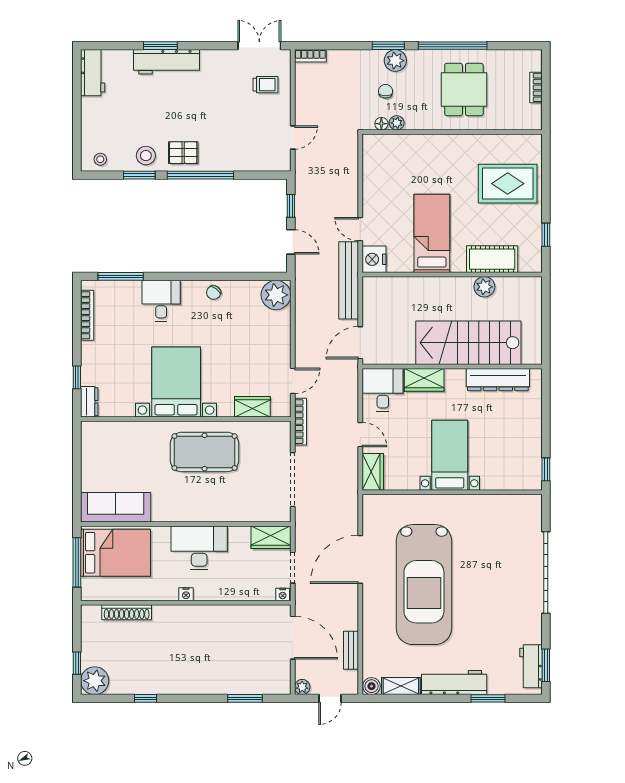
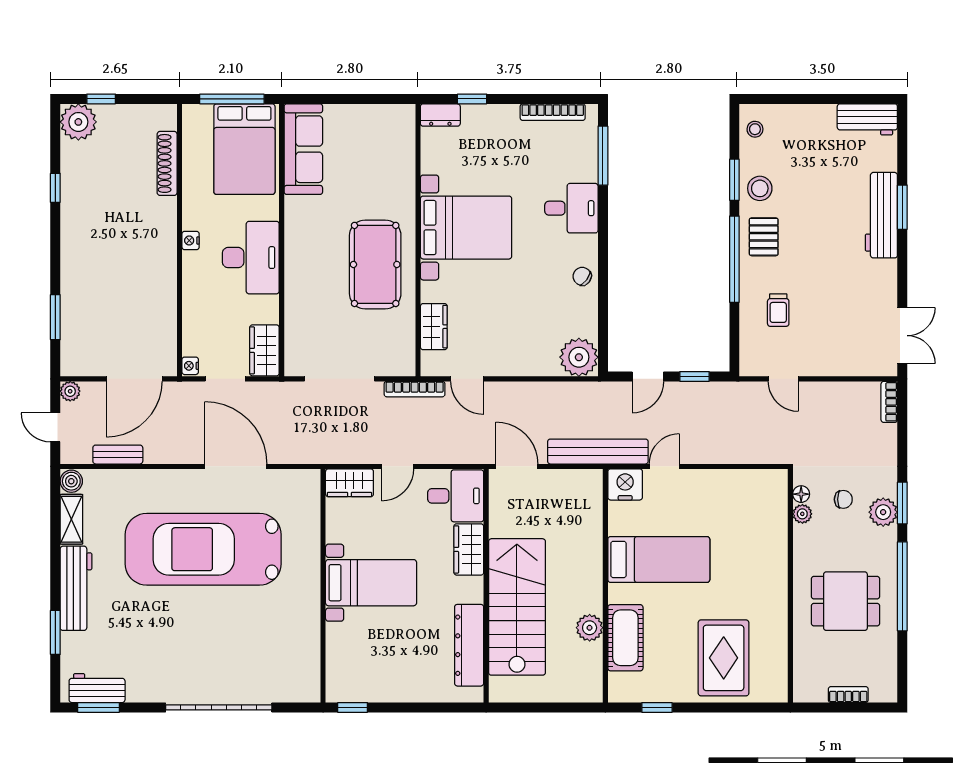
trolley: (266, 85) -> (778, 310), moved

